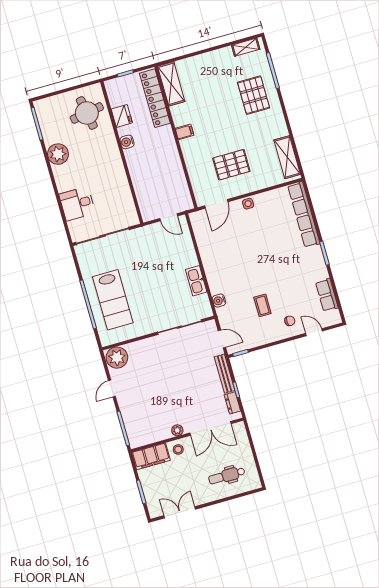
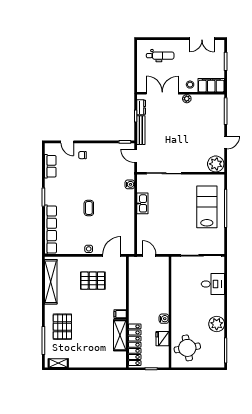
shelving: (171, 84) -> (120, 335), moved
shelving: (287, 157) -> (51, 282), width x1.47
coffee table: (262, 305) -> (89, 208), moved

